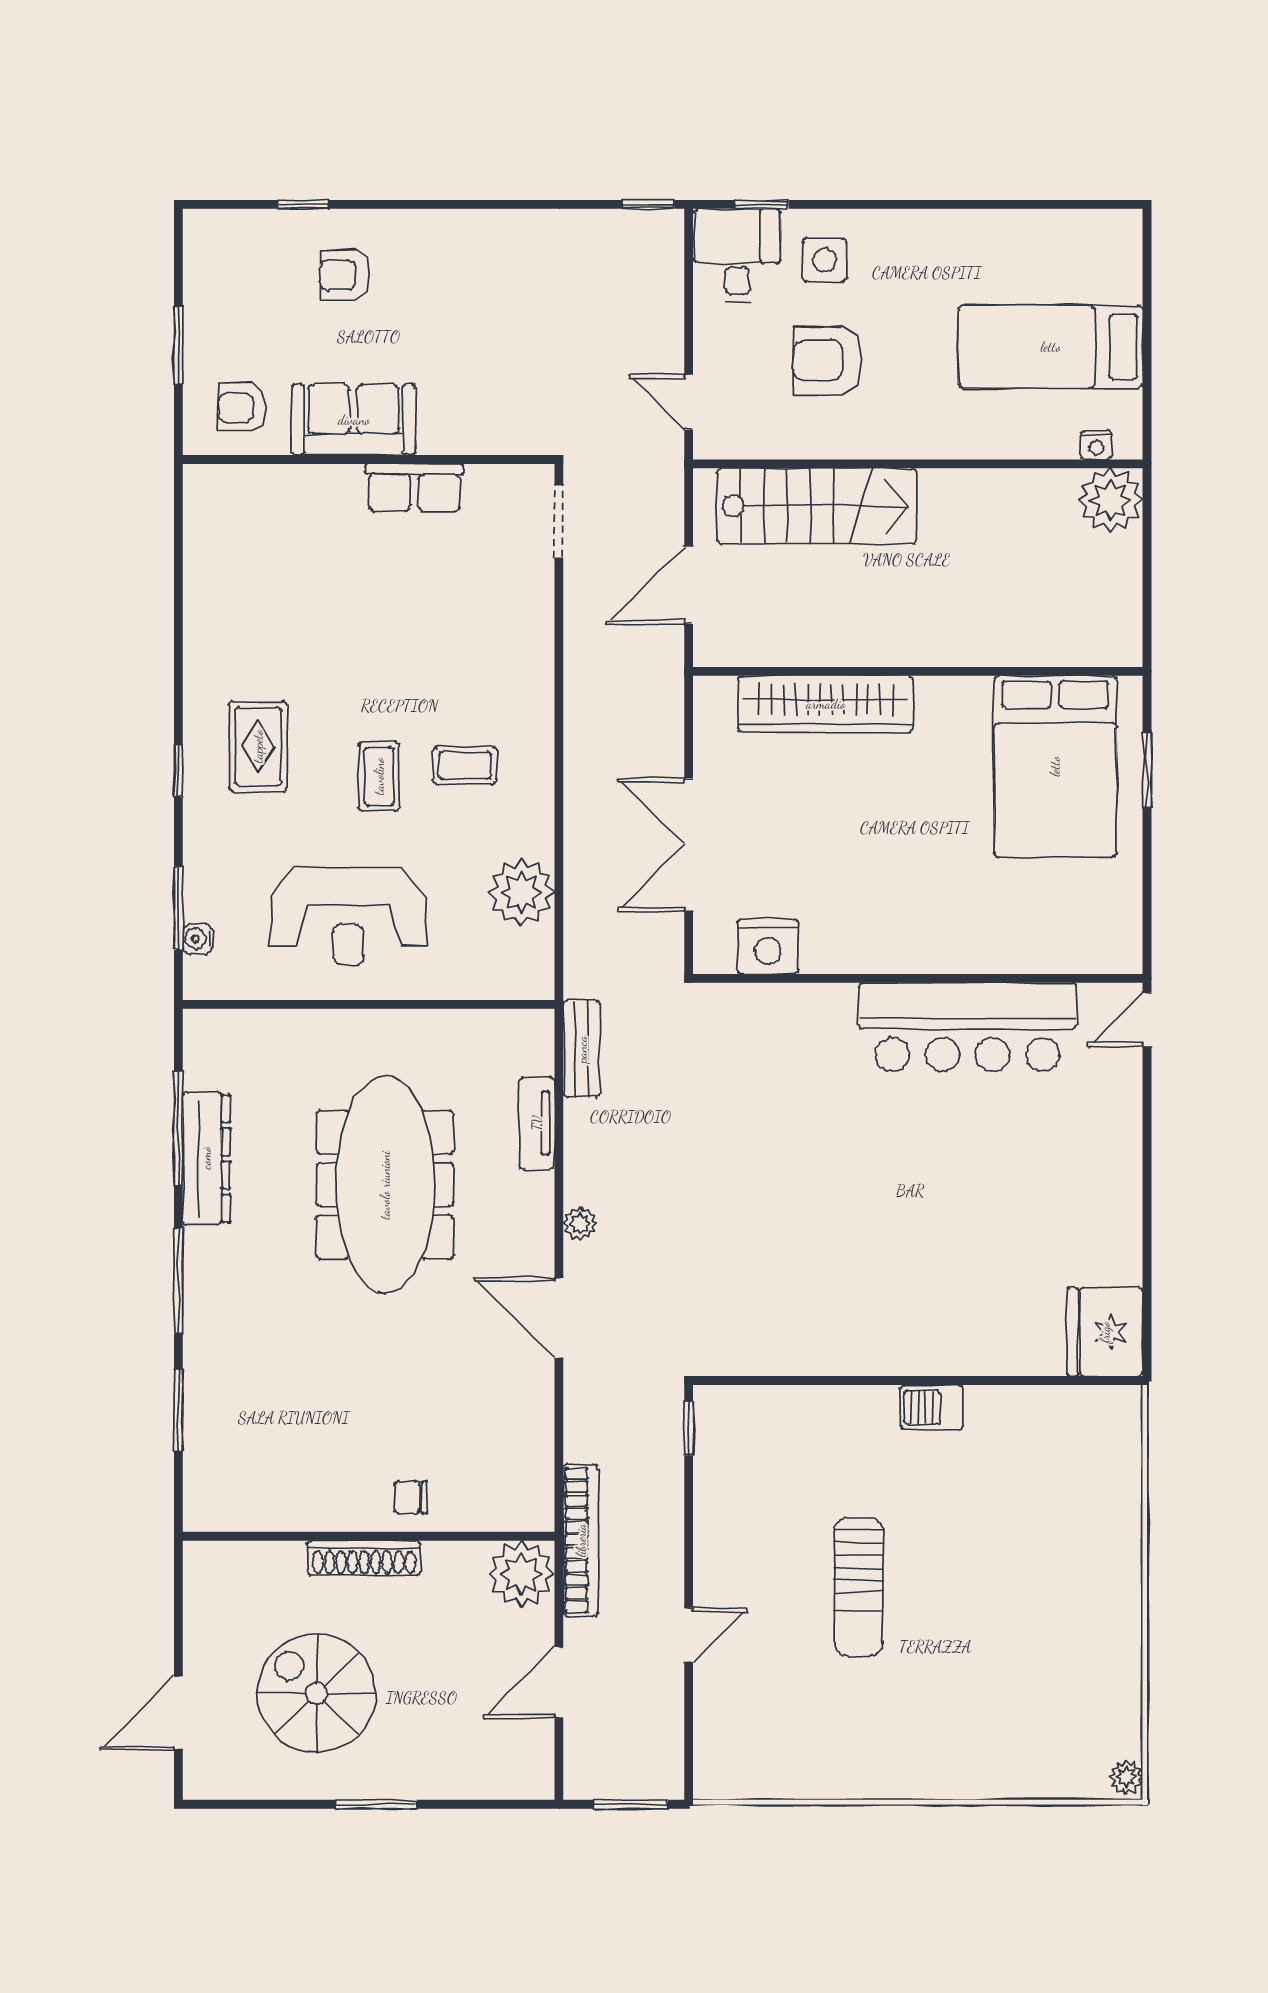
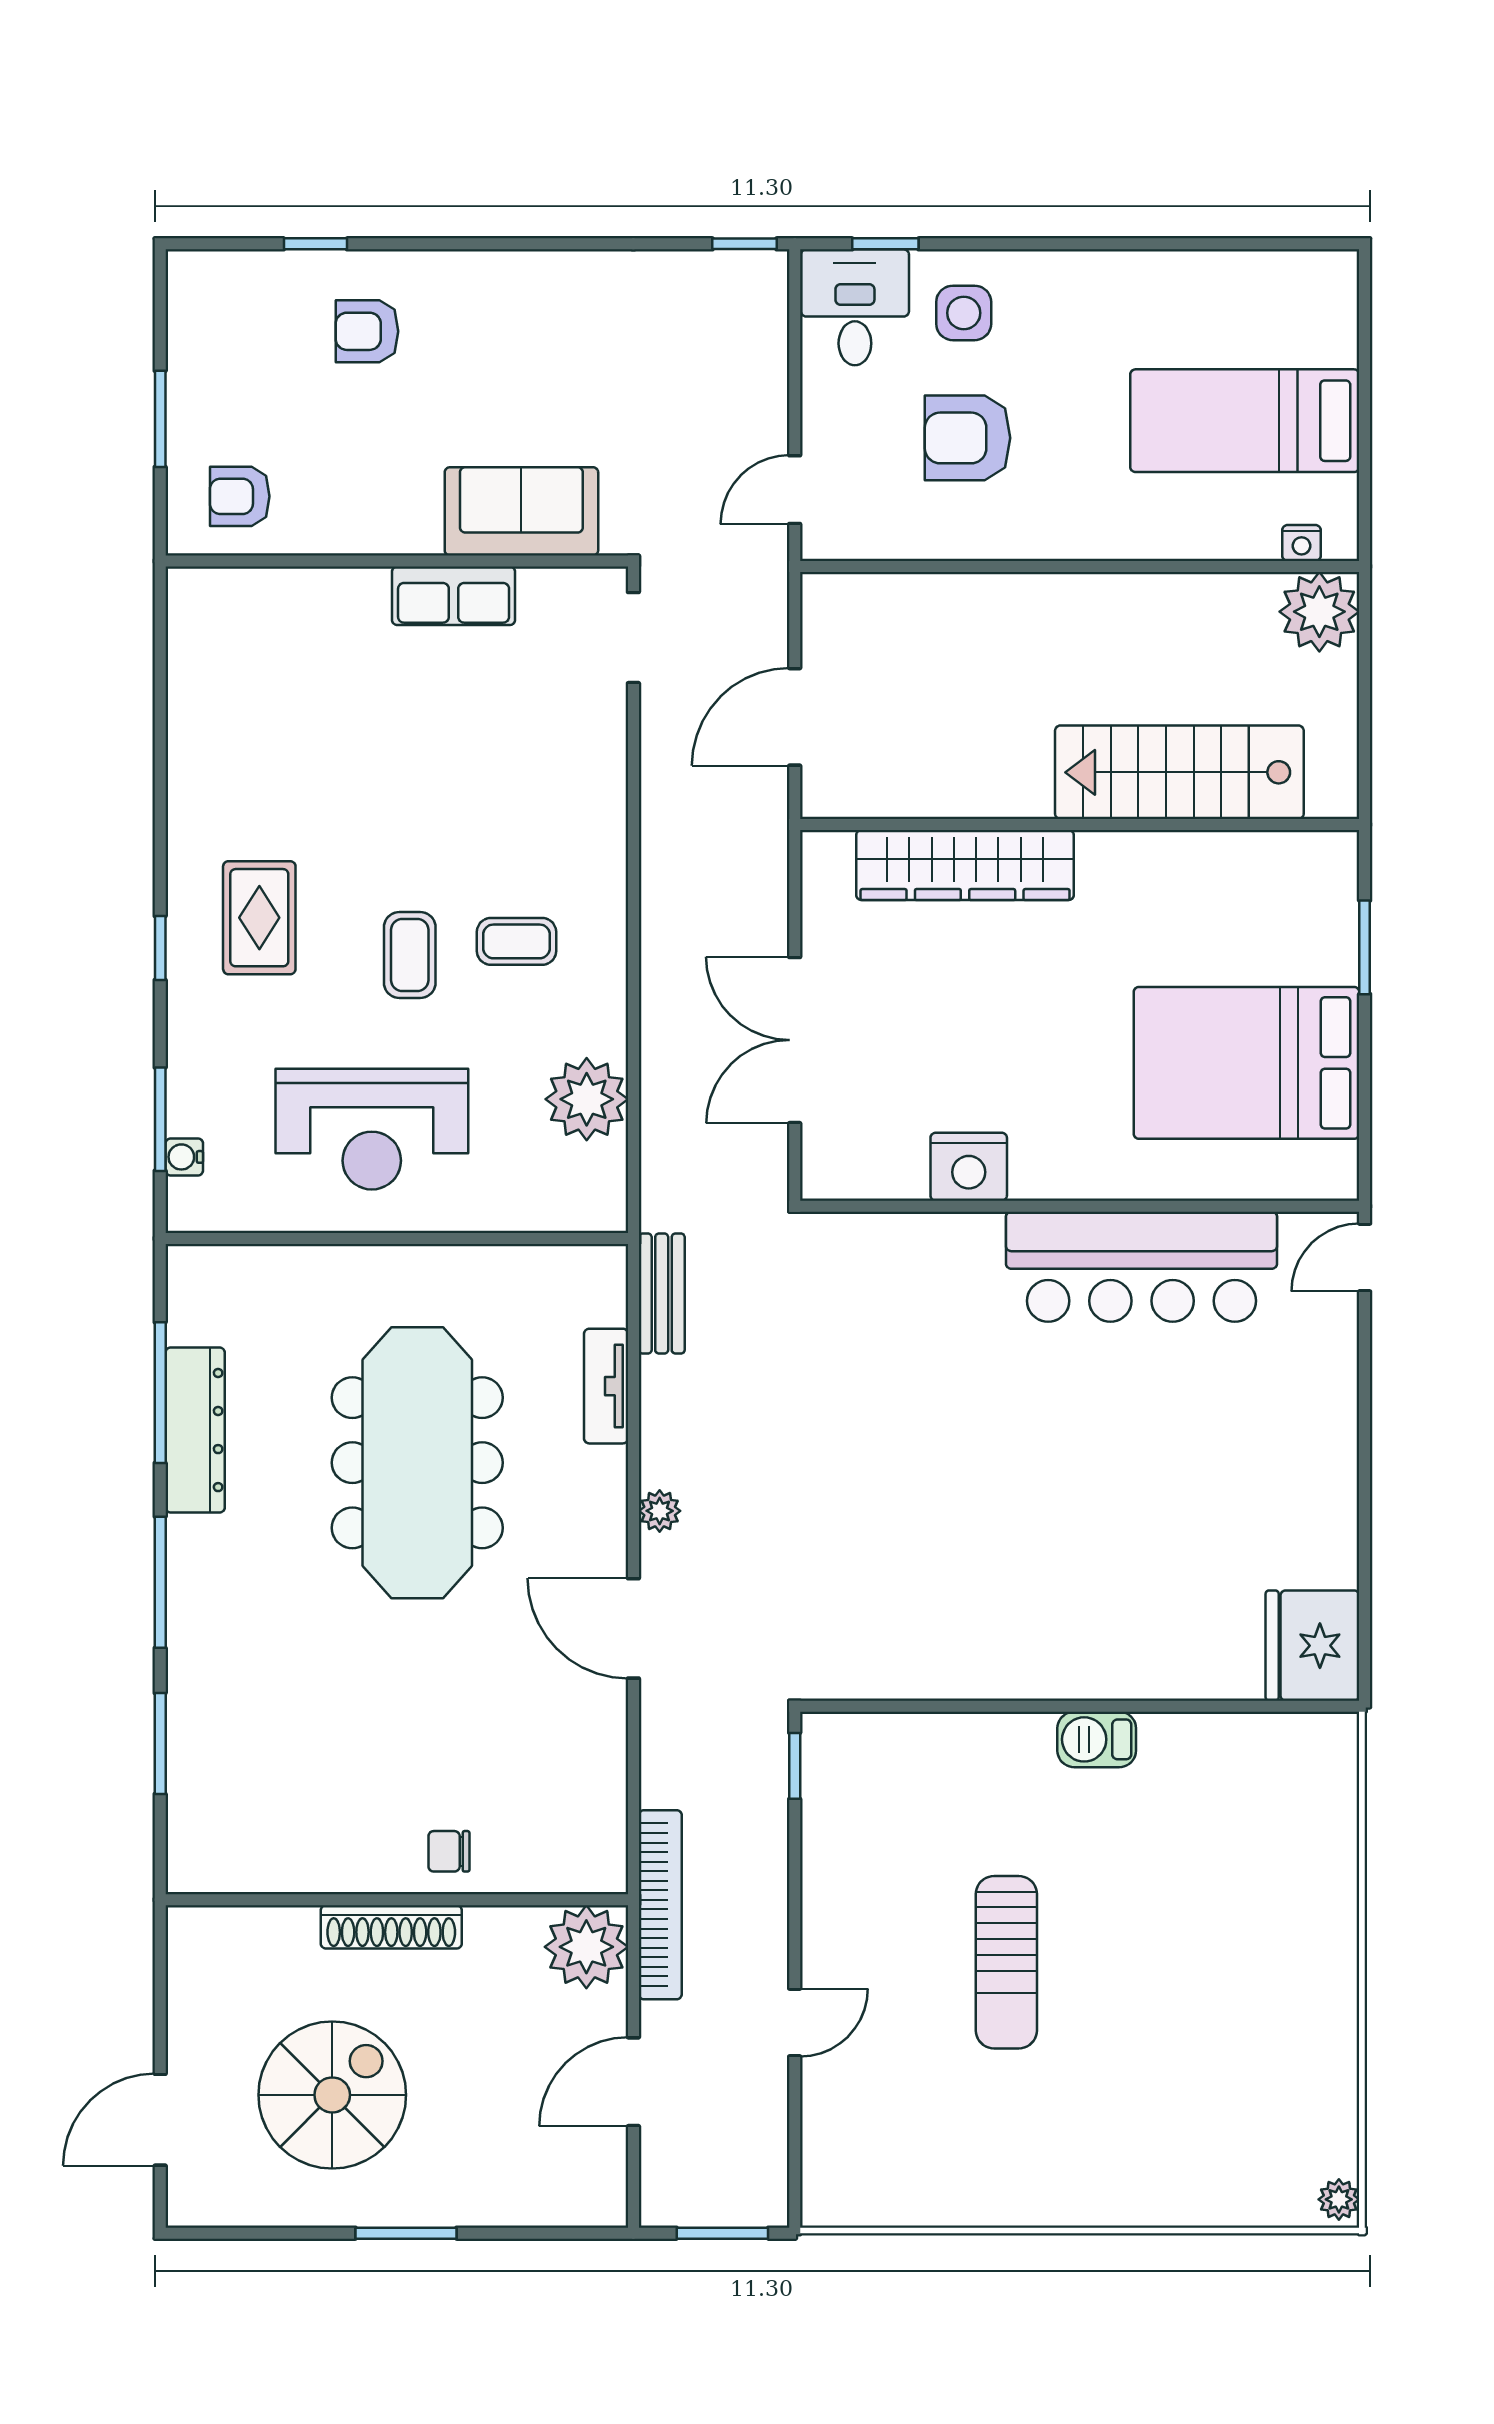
door: (689, 402) -> (795, 490), hinge flipped
sofa: (354, 420) -> (521, 511), moved
stairs: (817, 506) -> (1179, 772), moved, turned 180
bed: (1055, 766) -> (1246, 1063), moved, turned 90
nightstand: (768, 947) -> (969, 1167), moved
spiral stairs: (317, 1693) -> (332, 2095), turned 90

